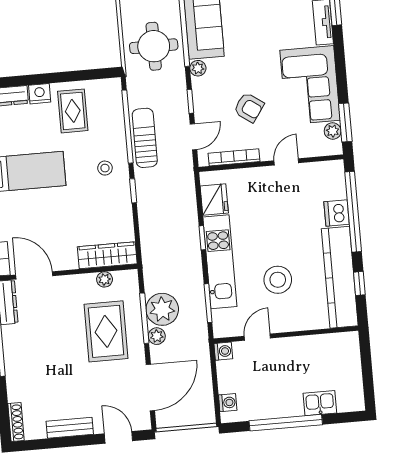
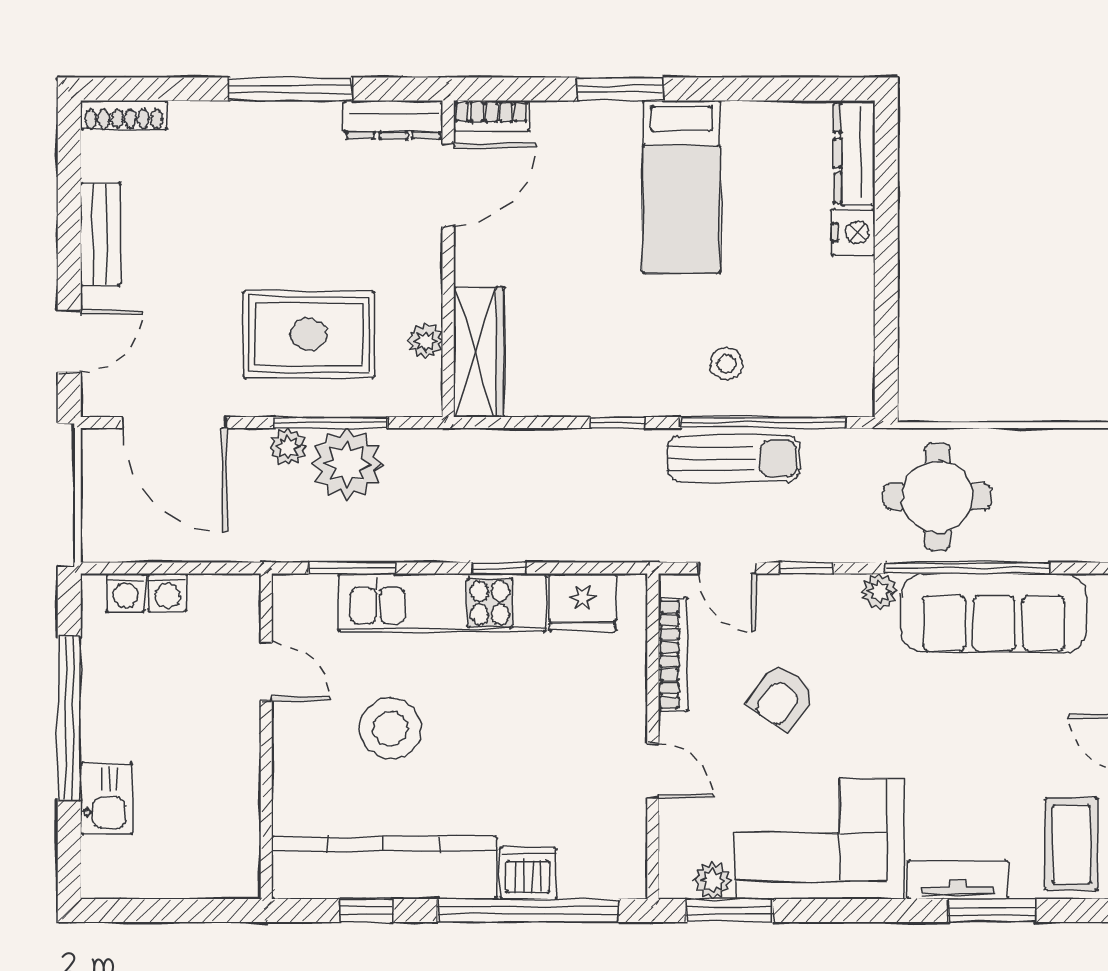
rug: (73, 111) -> (808, 303), removed
stool: (105, 168) -> (726, 364), moved
washing machine: (223, 351) -> (168, 593), moved

